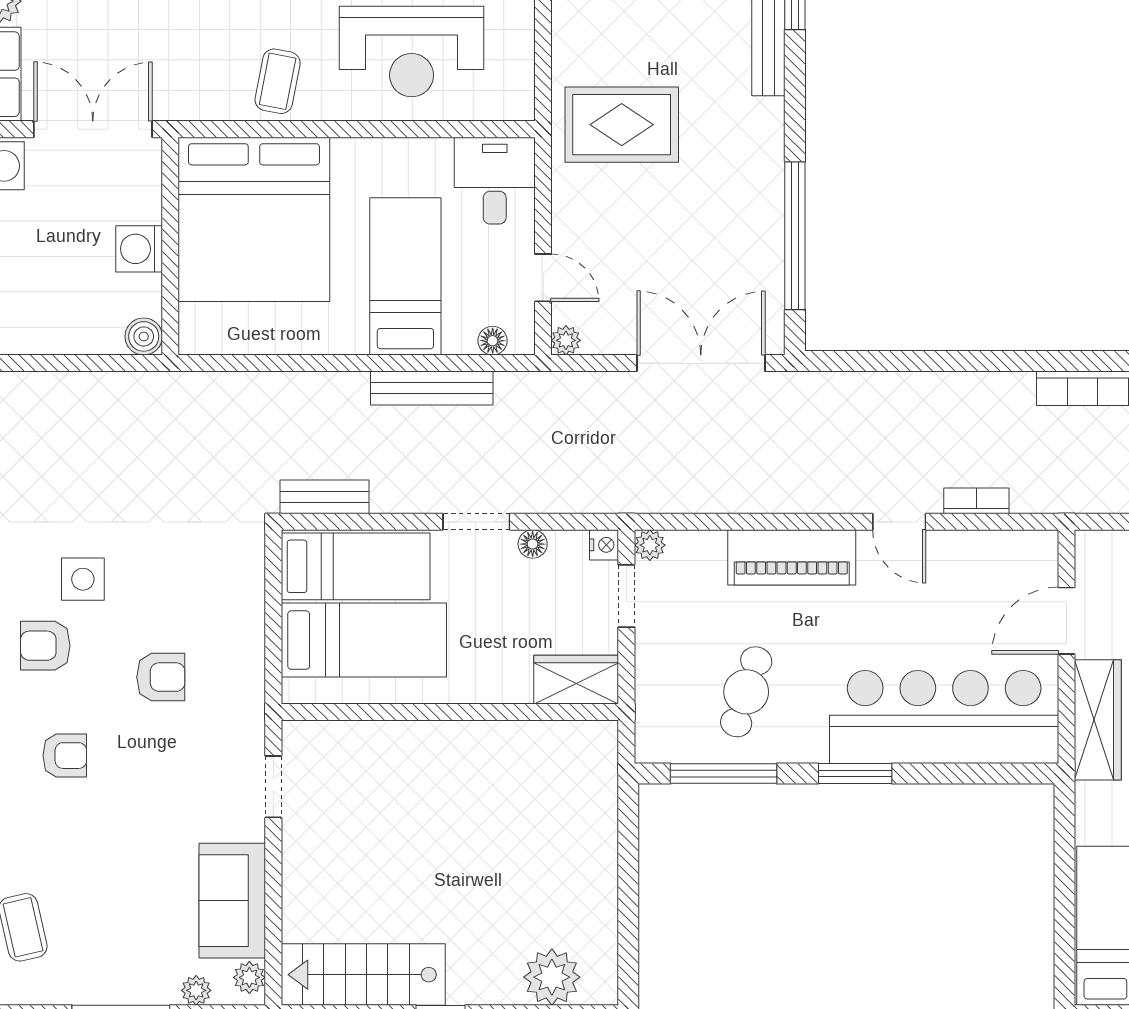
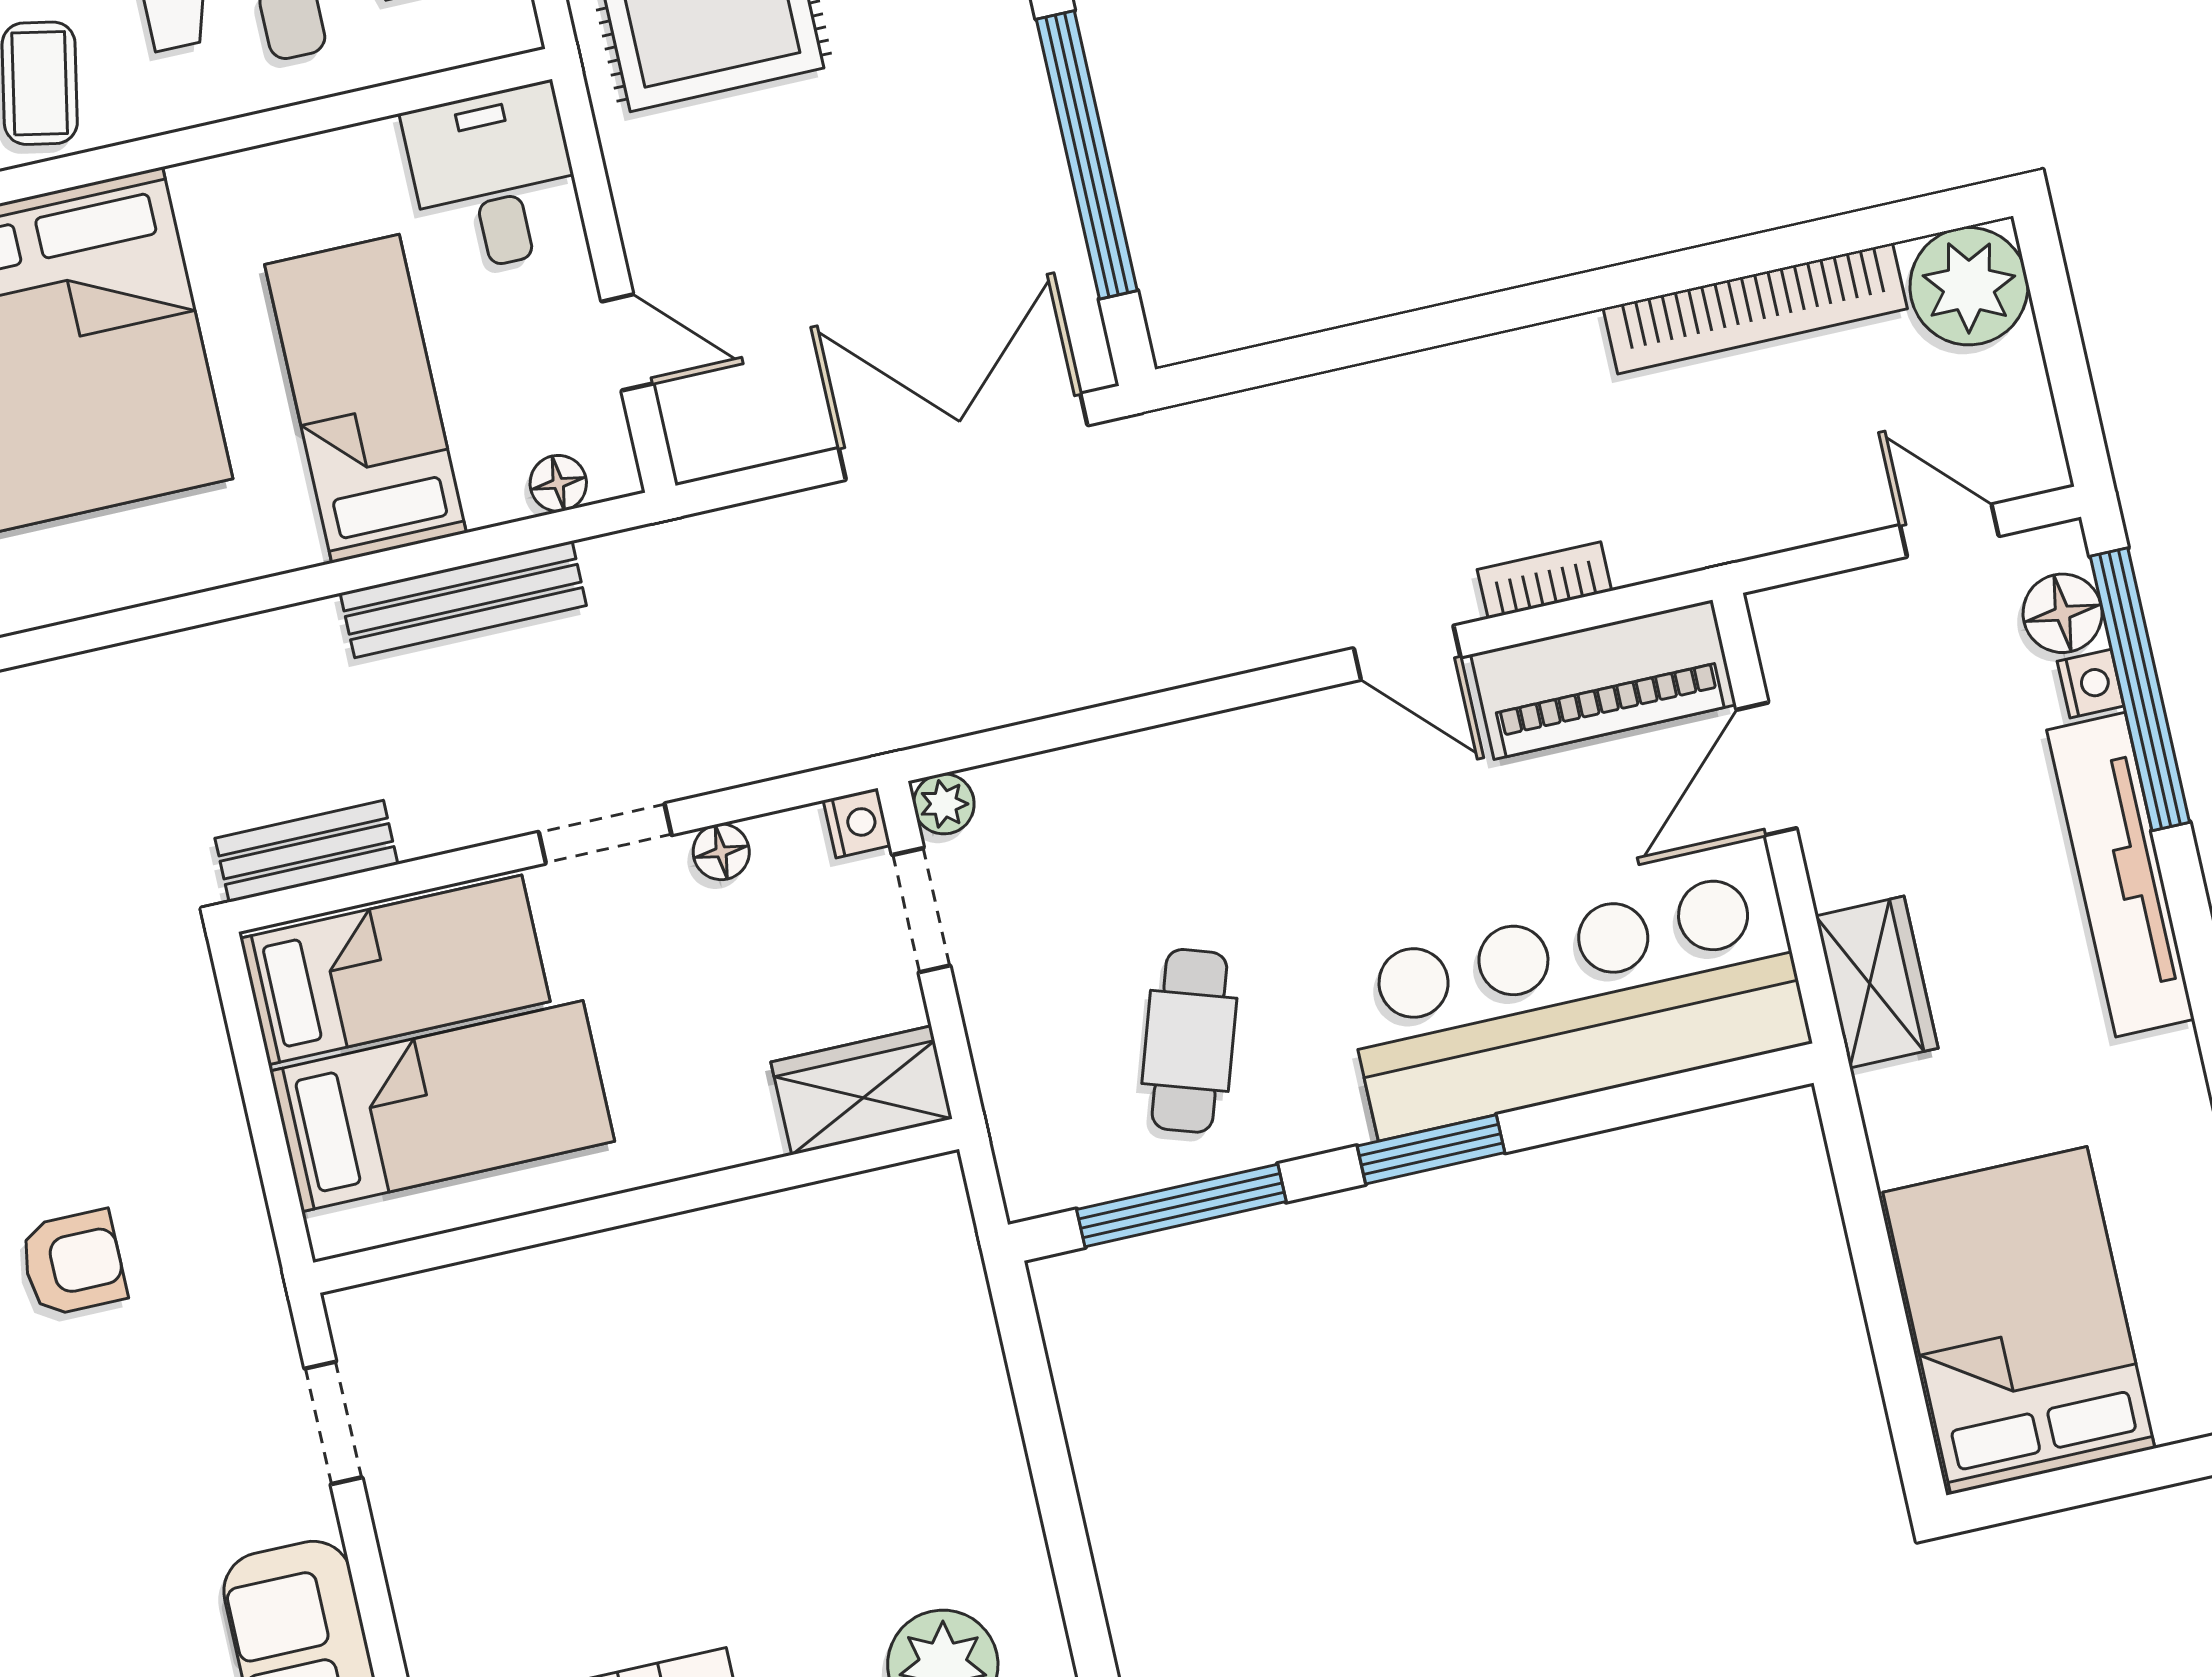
plant: (566, 340) -> (697, 451), removed
piano: (792, 557) -> (1603, 680), moved
wardrobe: (1098, 720) -> (1877, 982), width x0.67

